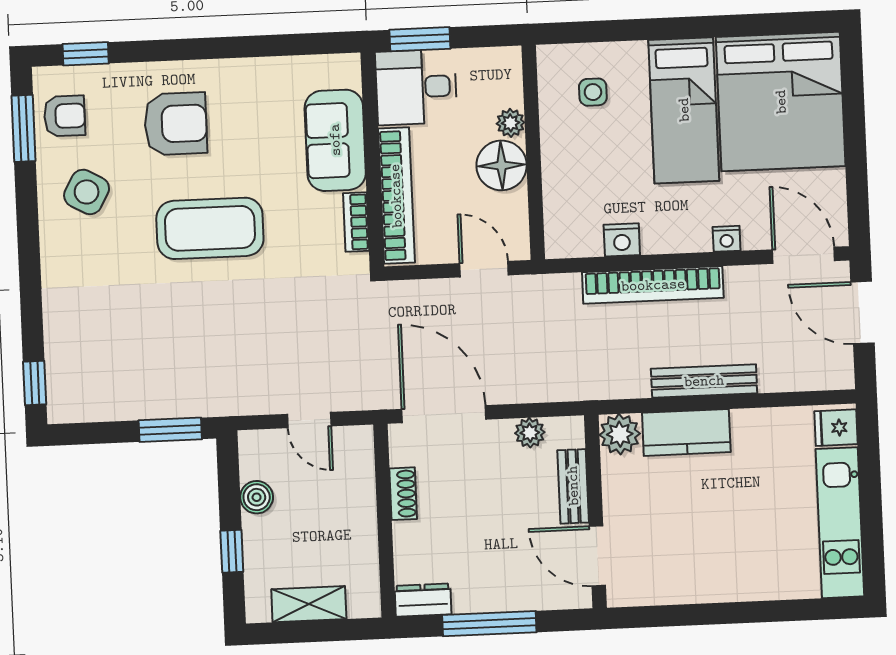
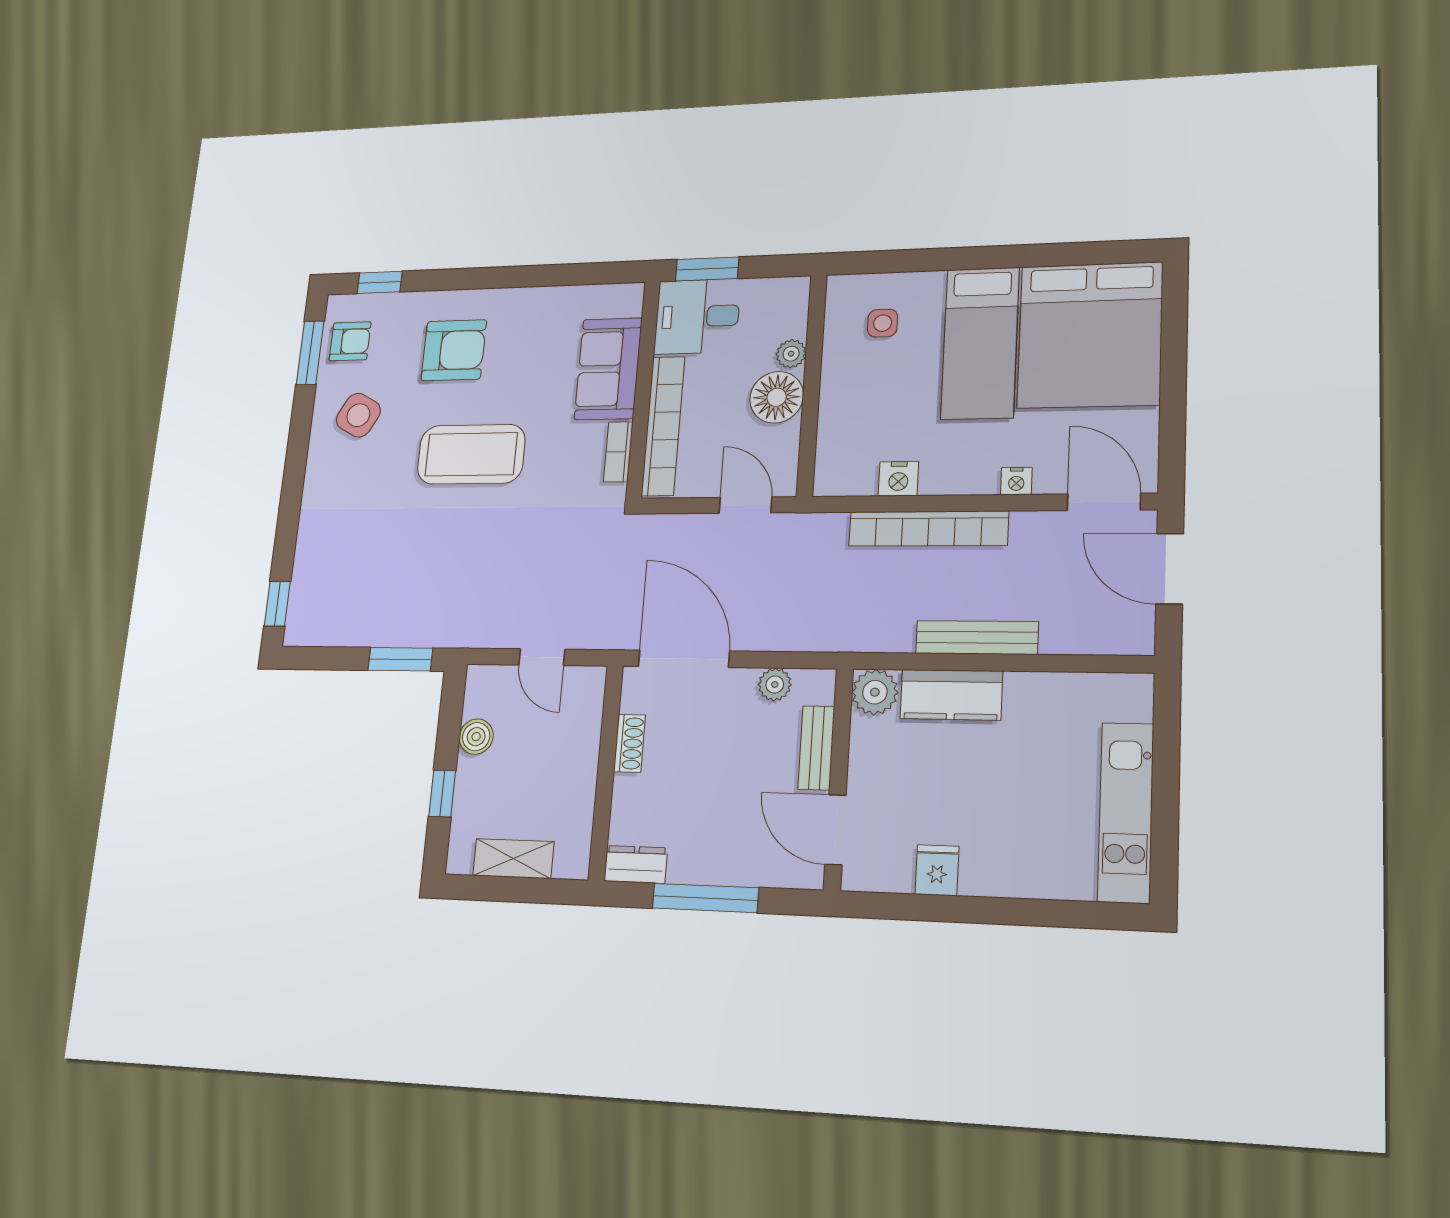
fridge: (836, 428) -> (937, 870), moved, turned 90

